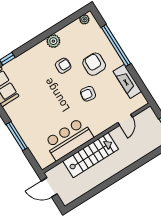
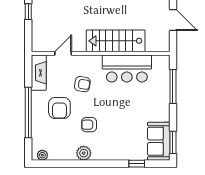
door: (125, 120) -> (63, 53), moved
wall: (96, 138) -> (101, 53), moved
bar counter: (69, 139) -> (127, 69), moved
stairs: (91, 155) -> (116, 41), moved

